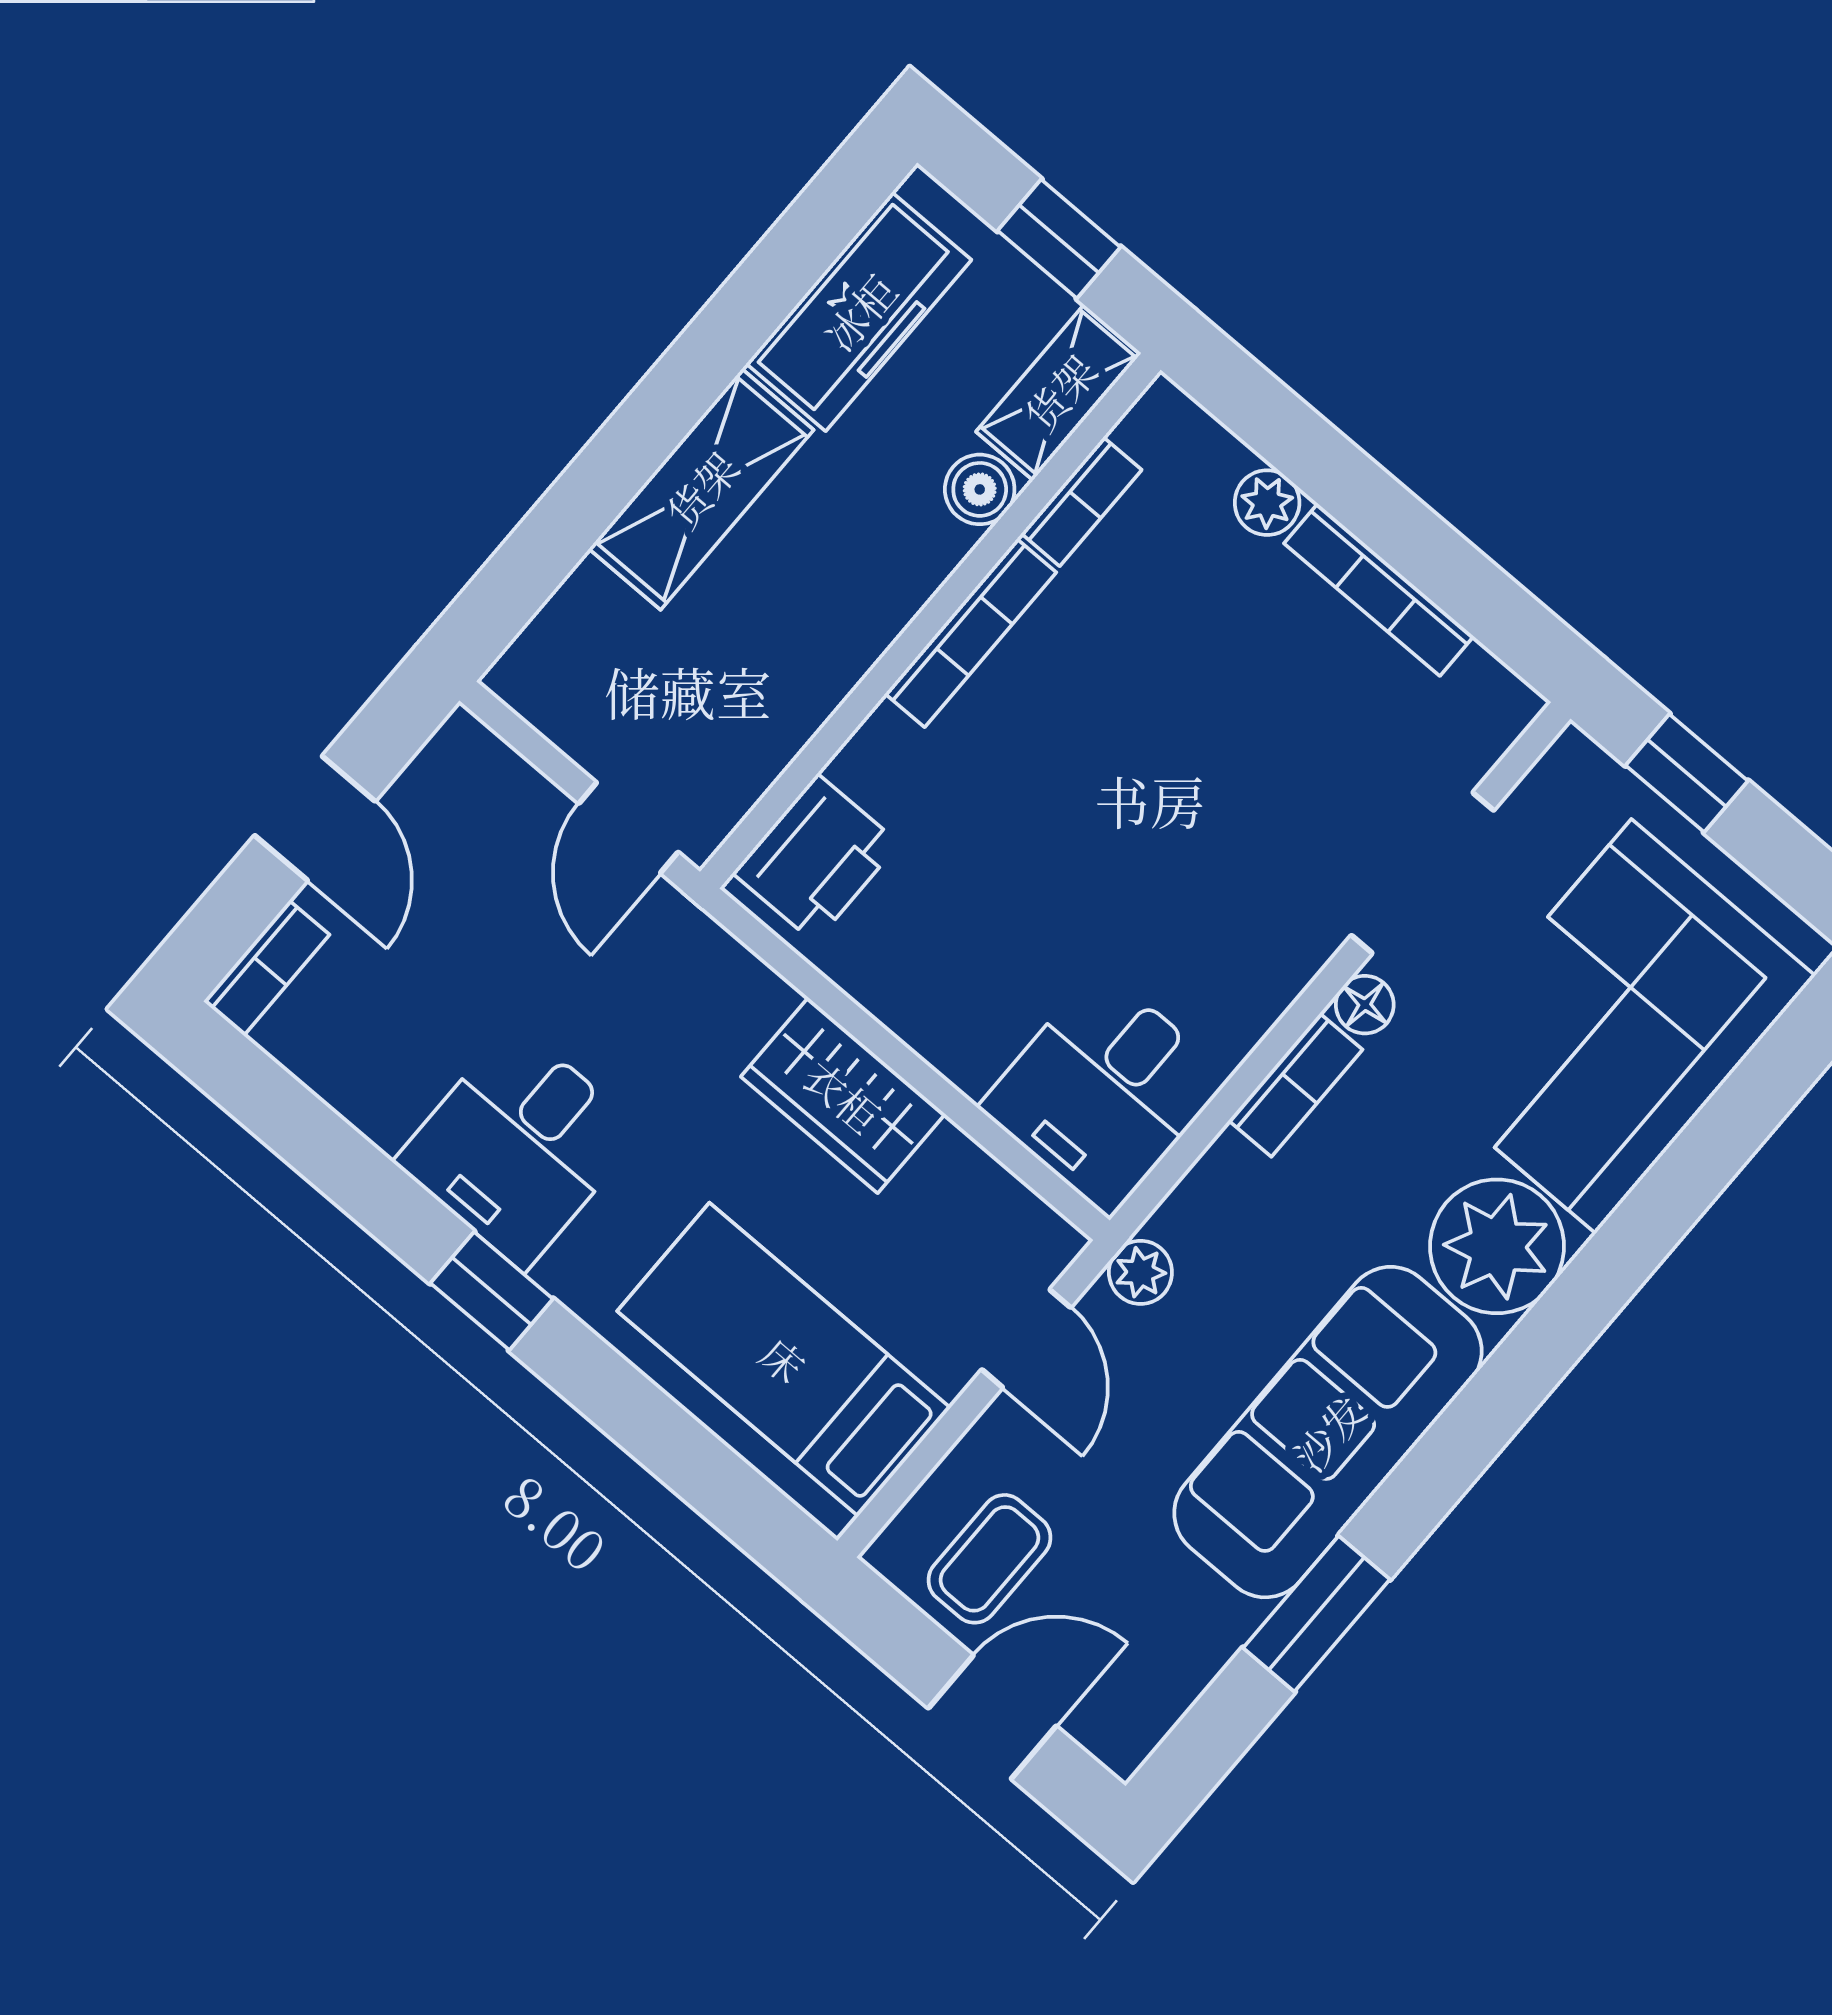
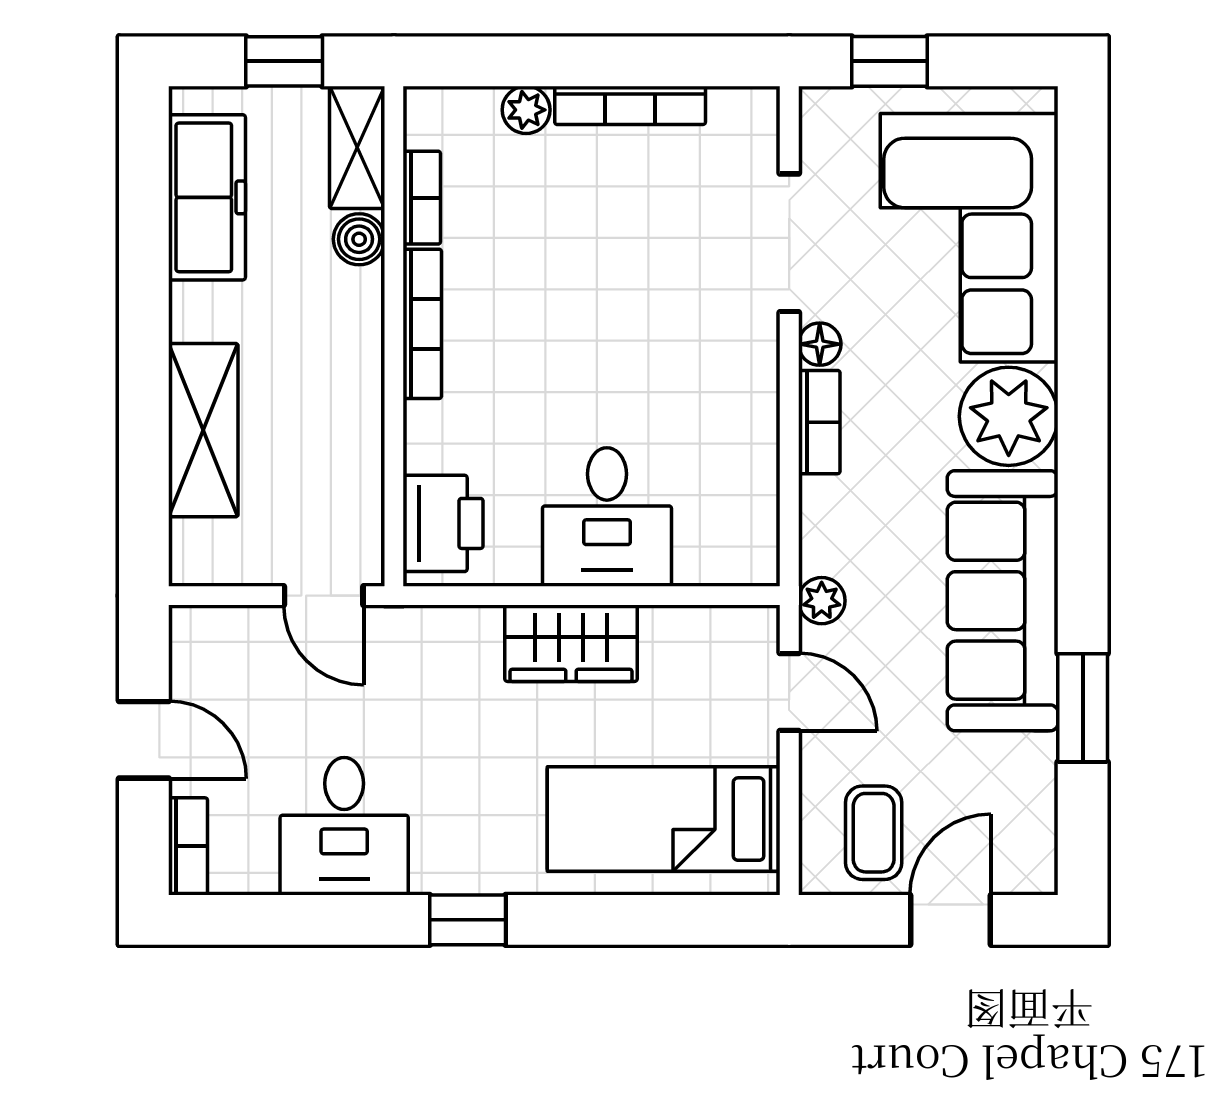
shelving: (701, 489) -> (203, 430), moved
desk: (1104, 1092) -> (607, 517), moved
desk: (519, 1147) -> (344, 826), moved

